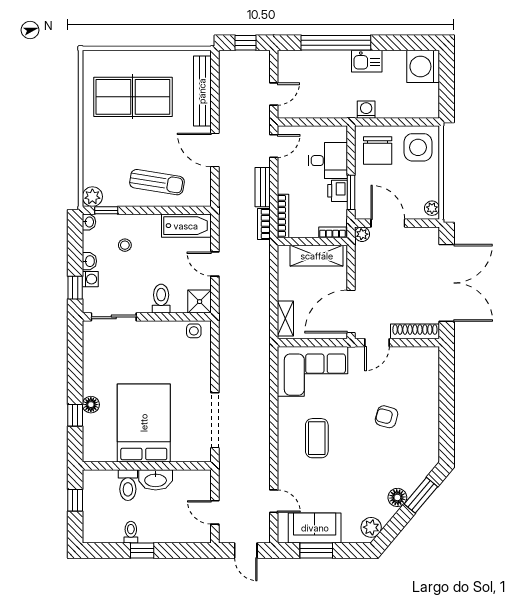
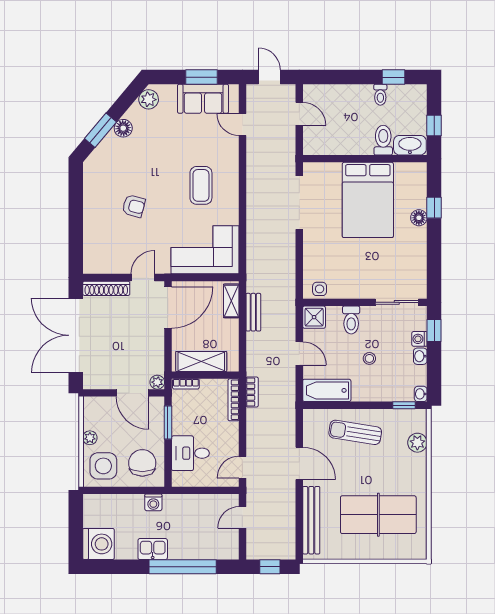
bench: (263, 187) -> (253, 312), moved
printer: (338, 191) -> (181, 424), removed
plant: (92, 197) -> (417, 443), moved
plant: (432, 208) -> (90, 438), moved
stool: (125, 245) -> (369, 358), moved
washbasin: (156, 480) -> (410, 145), moved
window: (142, 550) -> (393, 77), moved

